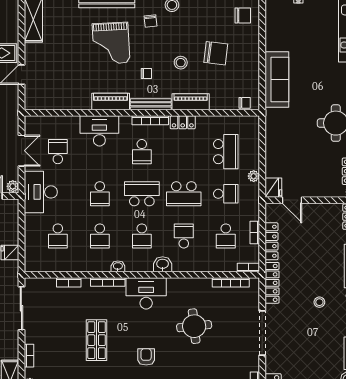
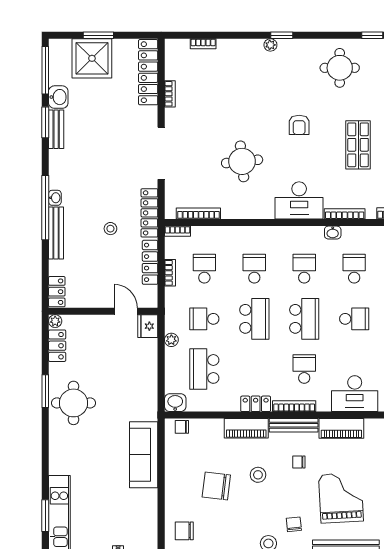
school desk: (100, 194) -> (354, 319), turned 90
school desk: (142, 194) -> (304, 319), turned -90
school desk: (184, 194) -> (254, 319), turned 90
school desk: (184, 236) -> (254, 269), turned 180
washbasin: (163, 264) -> (175, 403), moved, turned 180
stool: (319, 302) -> (110, 229), moved

